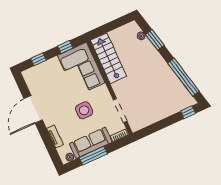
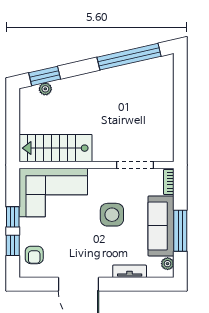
window: (155, 40) -> (45, 76), moved
window: (65, 47) -> (13, 217), moved
armchair: (39, 75) -> (34, 255), added
window: (188, 112) -> (180, 73), removed

